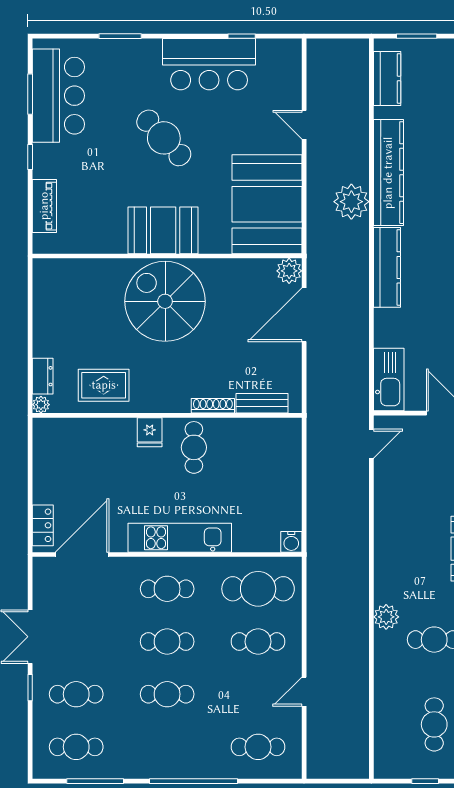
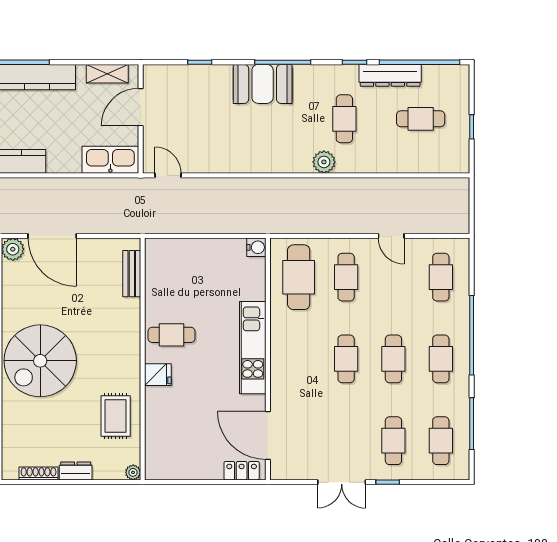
dresser: (43, 376) -> (76, 471), moved
shoe rack: (213, 406) -> (39, 473), moved, turned 90
cafe table: (167, 589) -> (441, 359), moved

